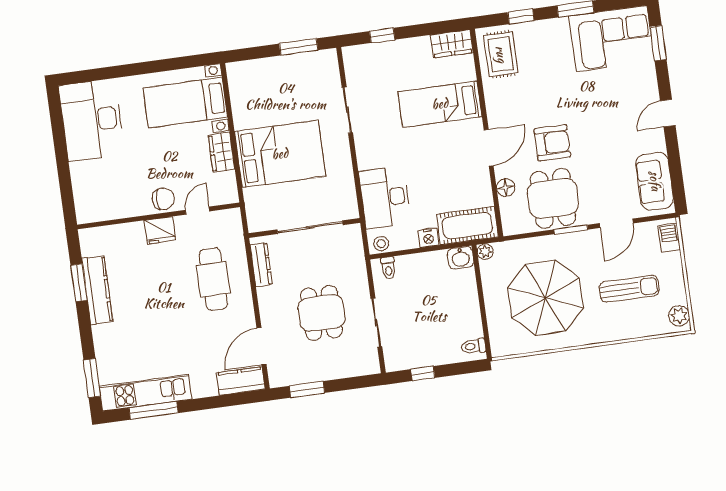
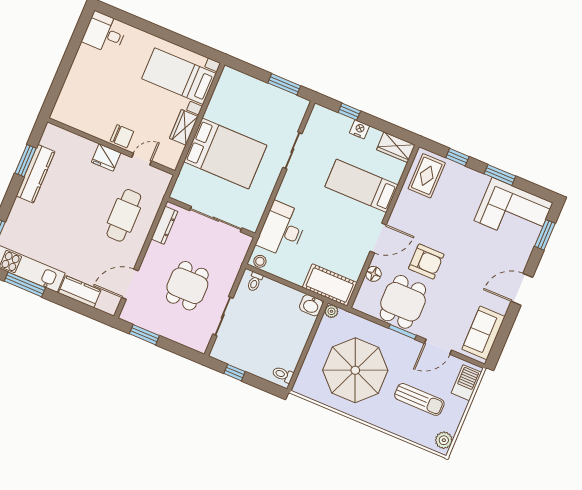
door: (668, 113) -> (522, 289), width x1.38
desk: (92, 120) -> (105, 33), width x0.53, depth x0.77
nightstand: (428, 238) -> (360, 129), moved, turned 180
barbecue: (669, 238) -> (466, 383), width x1.38, depth x1.27
kitchen counter: (241, 381) -> (80, 292), moved

